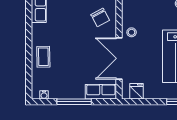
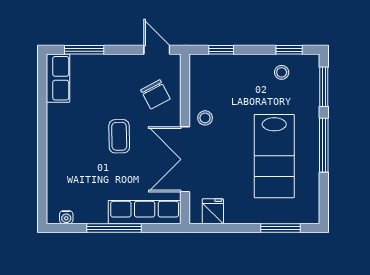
coffee table: (43, 57) -> (119, 136), moved
row of seats: (101, 92) -> (145, 212), width x1.48

